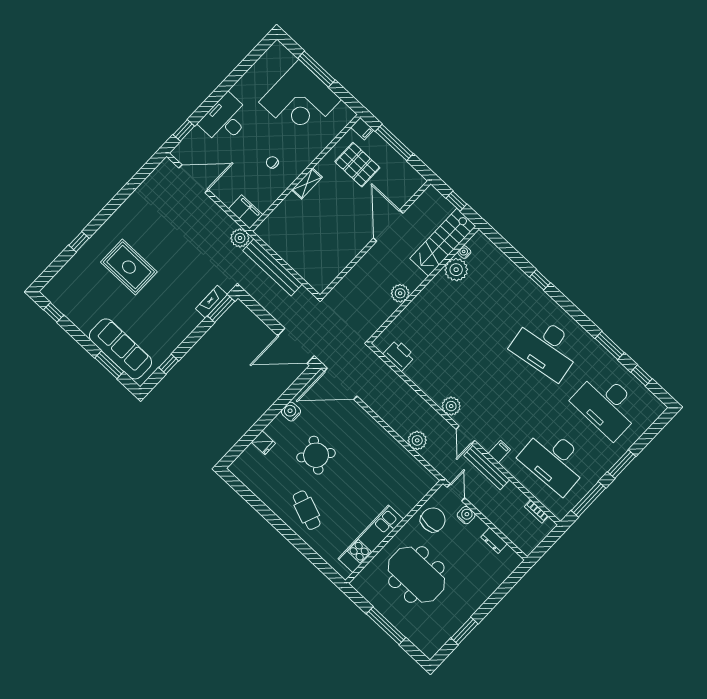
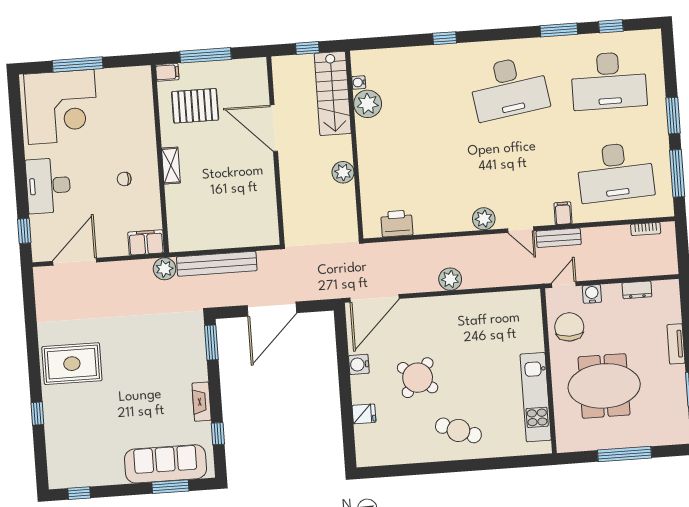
corner desk: (300, 101) -> (61, 107), moved
rug: (129, 267) -> (72, 364), moved
fireplace: (211, 302) -> (202, 402), moved
door: (296, 346) -> (272, 309), moved
plant: (417, 440) -> (450, 279), moved
bench: (487, 467) -> (559, 238), width x0.73
door: (456, 493) -> (564, 285), hinge flipped
tv unit: (483, 595) -> (676, 344), added

